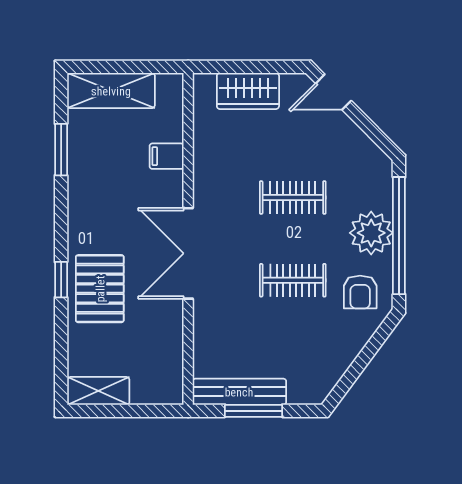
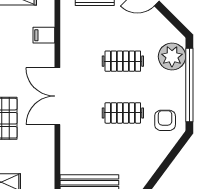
plant: (371, 233) -> (172, 57), moved
armchair: (360, 292) -> (165, 120), turned 180

